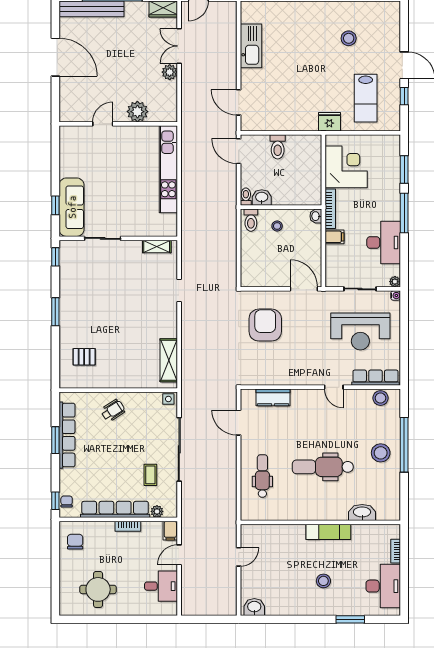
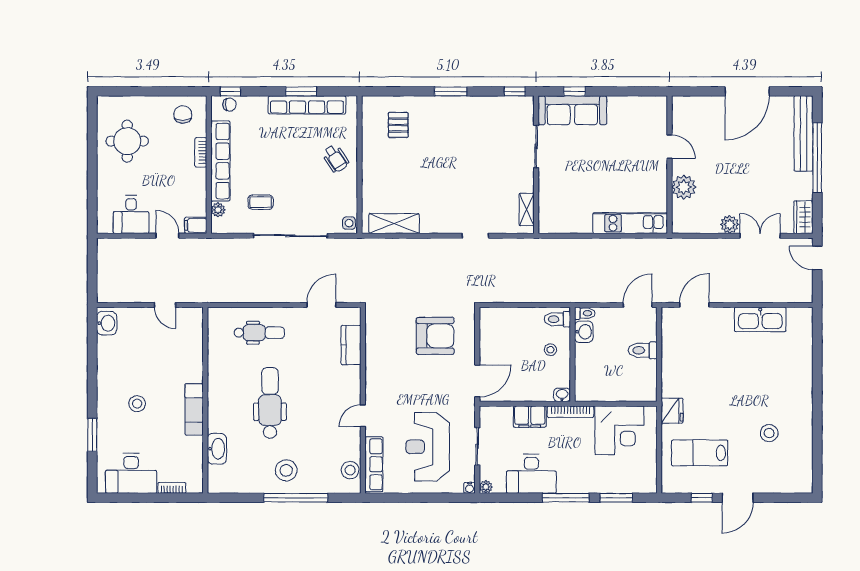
kitchen unit: (168, 169) -> (630, 223), width x0.73
filing cabinet: (334, 237) -> (530, 417), width x2.00
bookcase: (128, 526) -> (201, 152), moved
chair: (75, 542) -> (183, 114), turned -90

